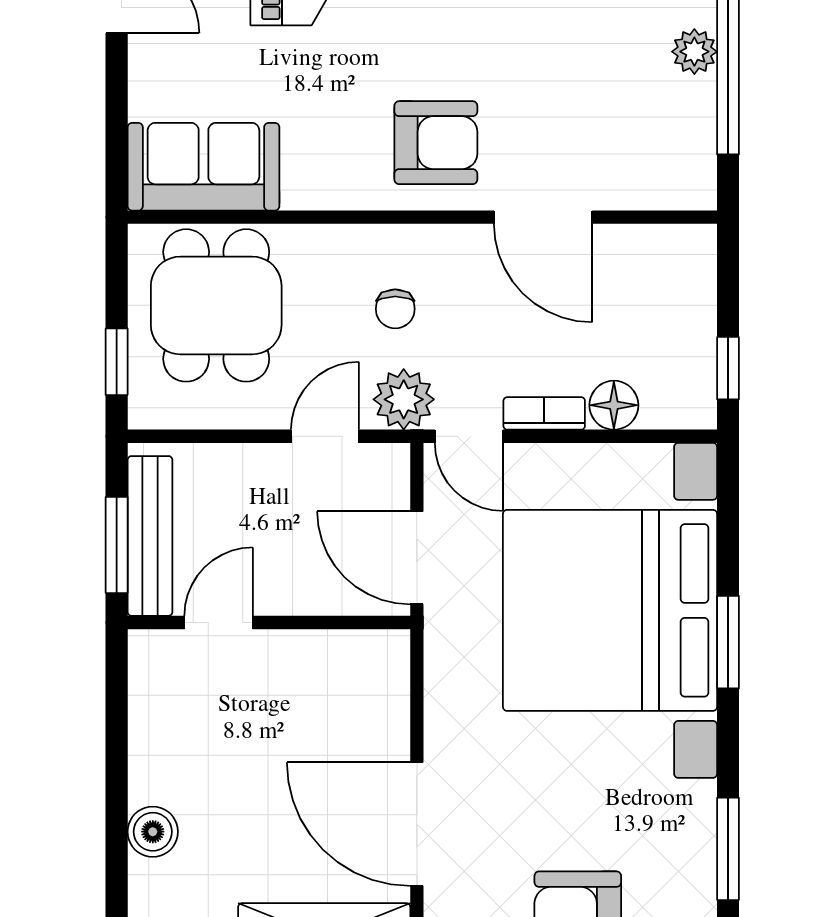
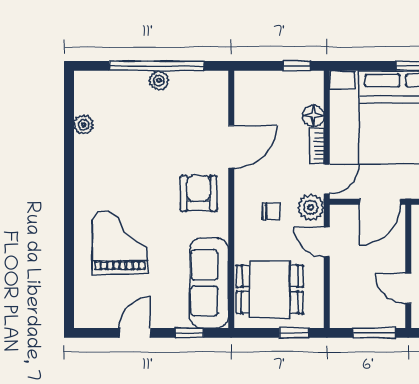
window: (117, 121) -> (189, 333), added
sofa: (203, 167) -> (209, 283), width x1.36
bench: (150, 536) -> (370, 318), removed

